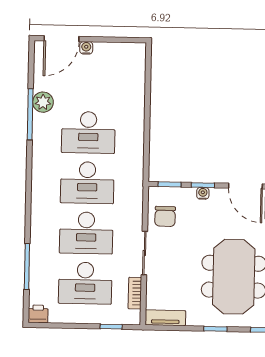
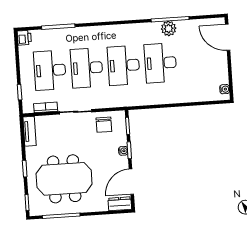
water cooler: (86, 48) -> (225, 89), moved
plant: (43, 102) -> (169, 29), moved
chair: (165, 216) -> (104, 125), turned -91

